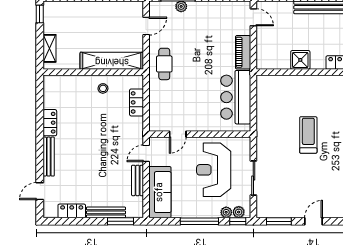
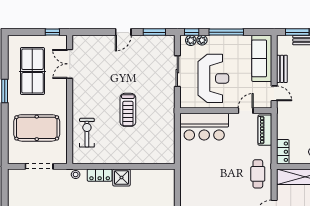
piano: (243, 52) -> (265, 130), moved, turned 180
shower: (300, 60) -> (121, 178), moved
bar counter: (236, 97) -> (204, 127), moved, turned 90
locker: (137, 102) -> (283, 152), moved
door: (146, 153) -> (274, 93), hinge flipped

